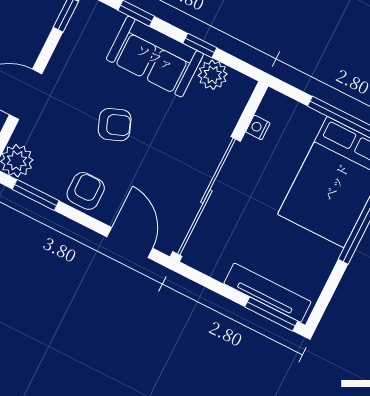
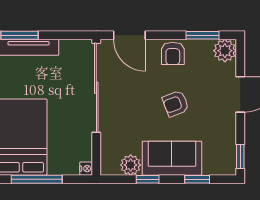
nightstand: (258, 127) -> (86, 169), moved

